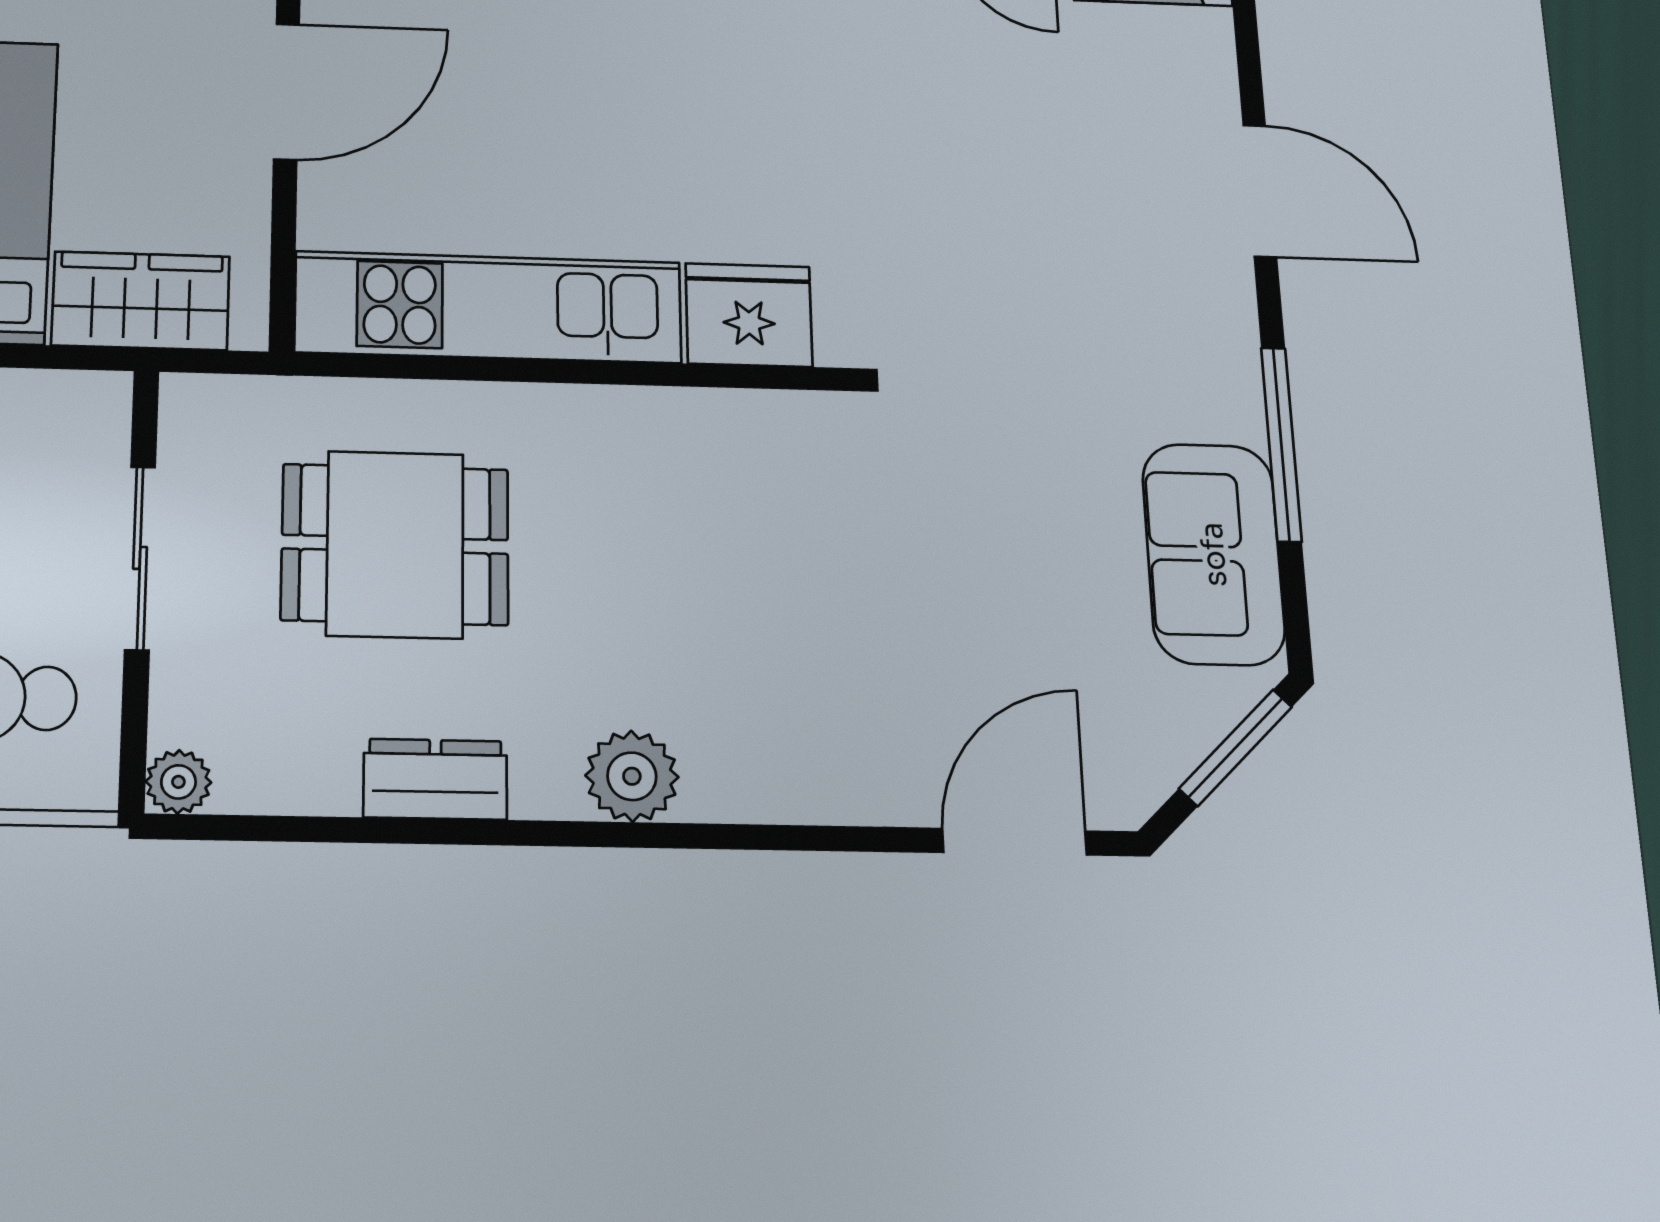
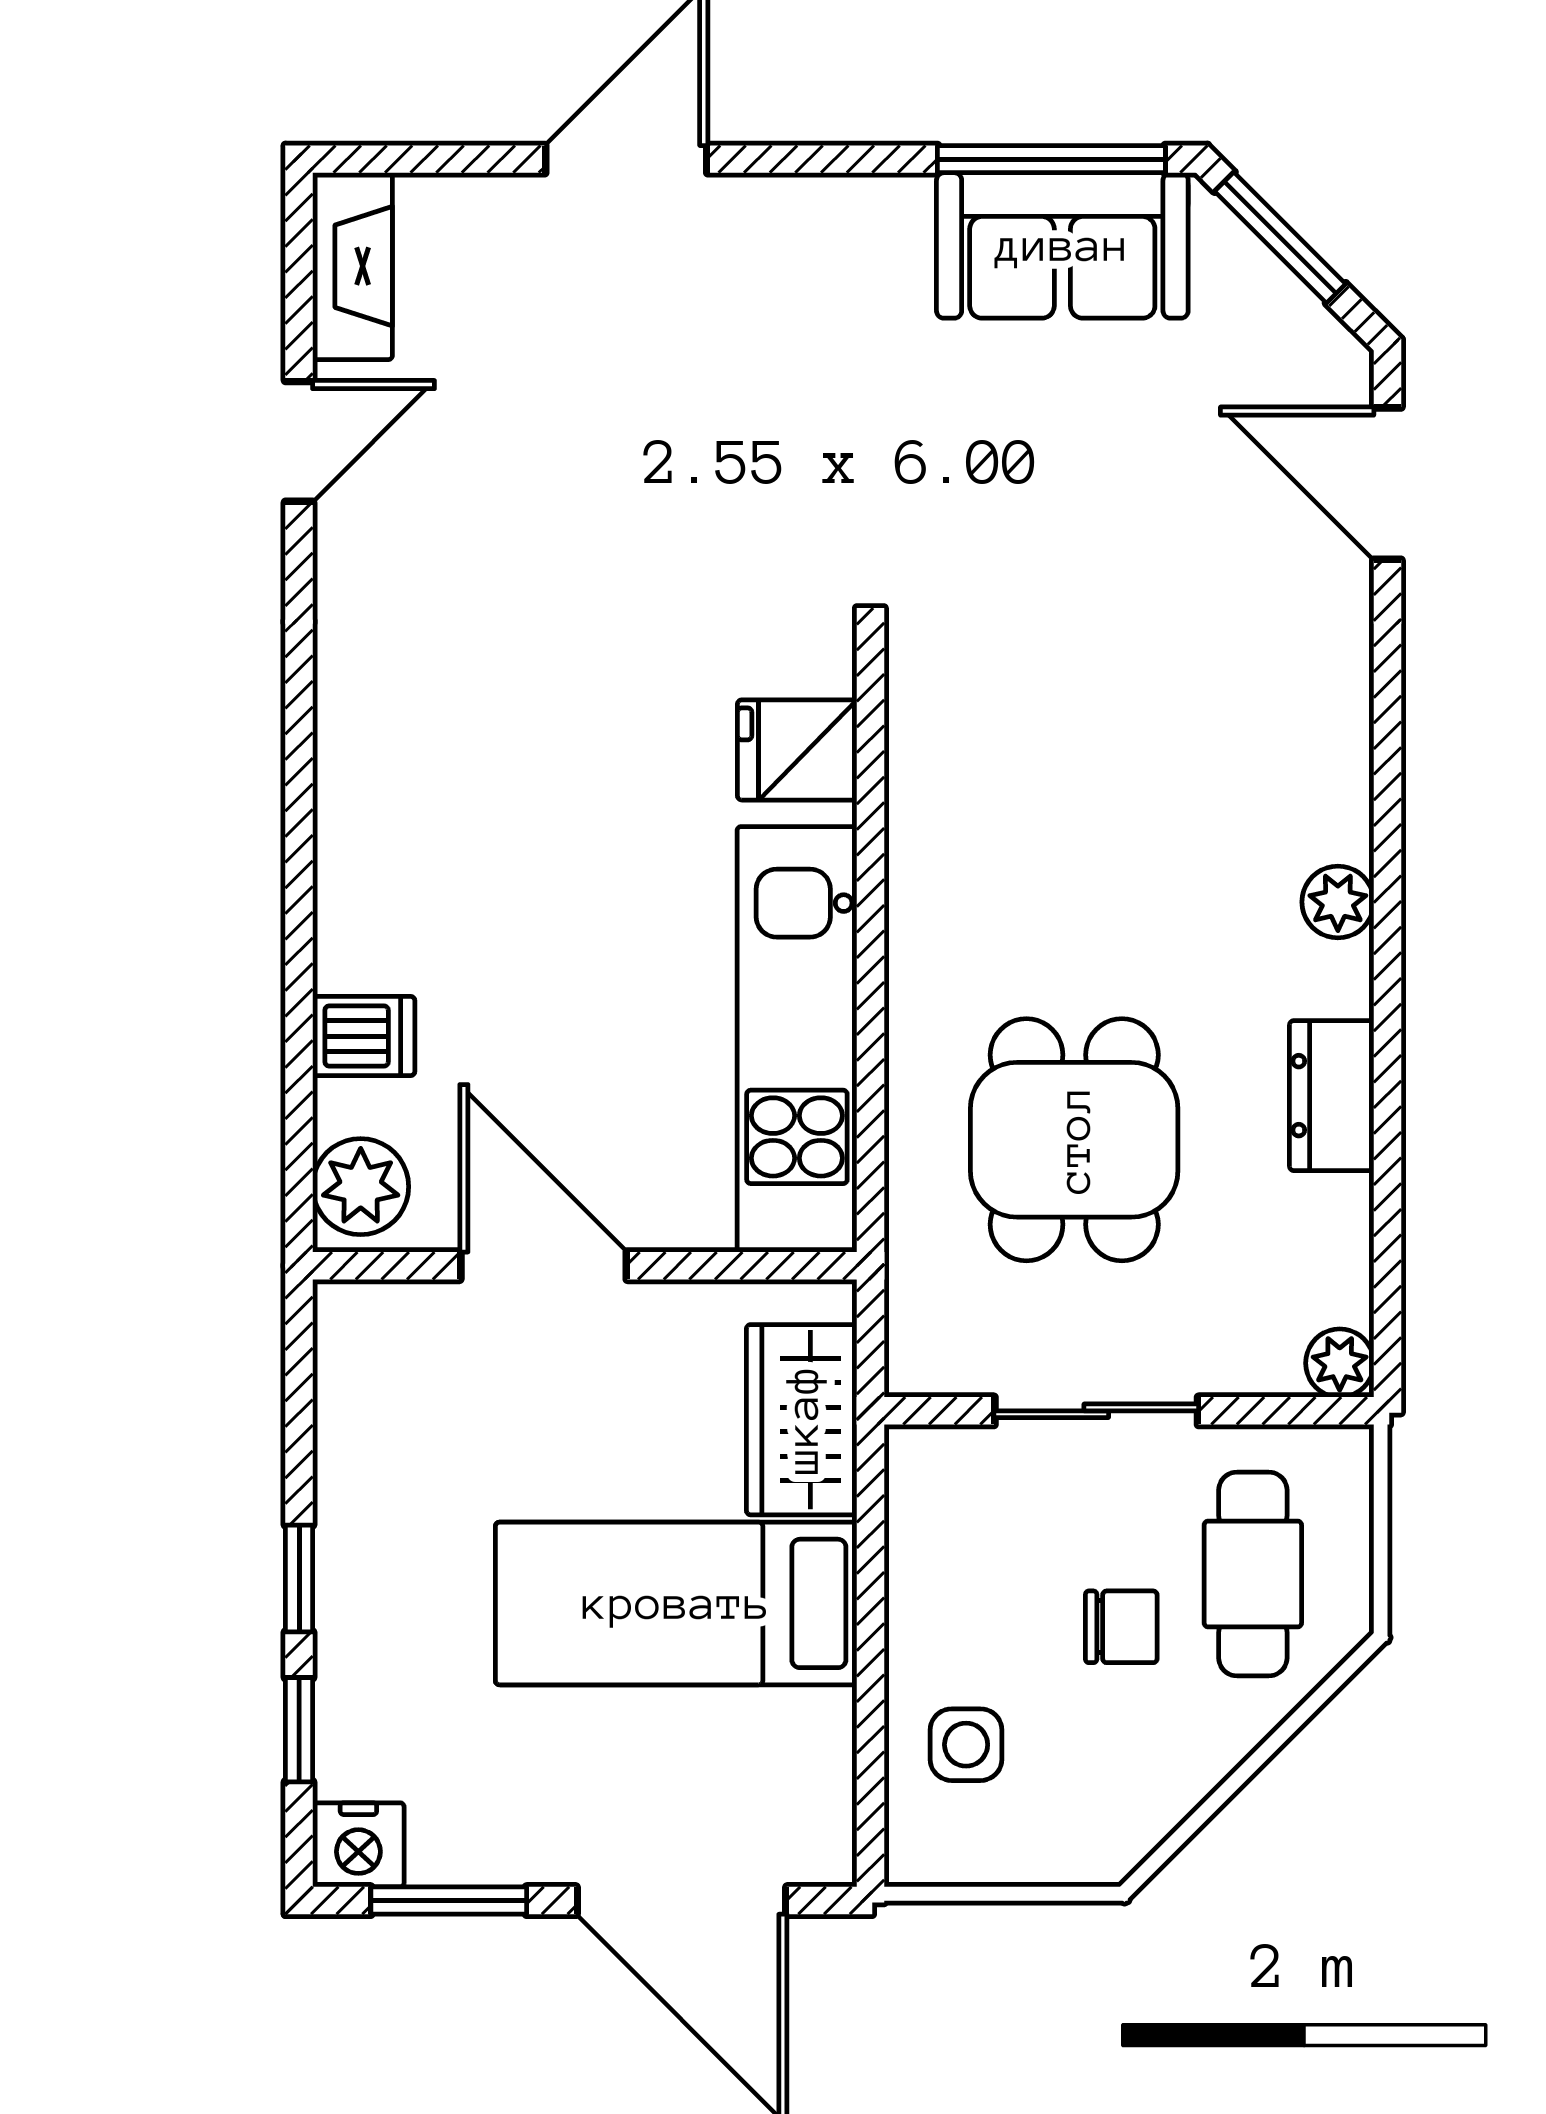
fridge: (749, 315) -> (797, 750), width x0.72
window: (1281, 444) -> (1051, 159), moved
plant: (632, 776) -> (1338, 902), width x0.73, depth x0.73

